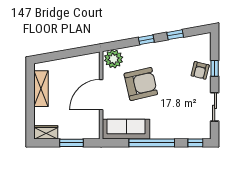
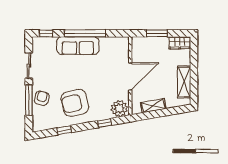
window: (146, 40) -> (104, 123), moved
shelving: (75, 62) -> (153, 106), added
window: (215, 68) -> (29, 100), width x2.17
armchair: (141, 84) -> (75, 103), moved
sofa: (126, 129) -> (78, 46), moved

